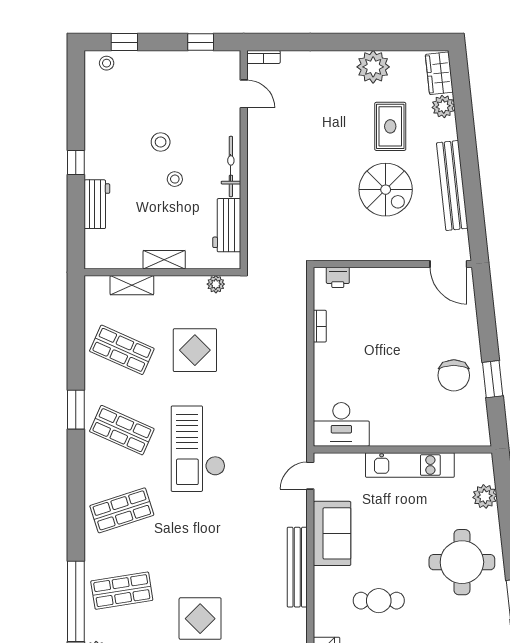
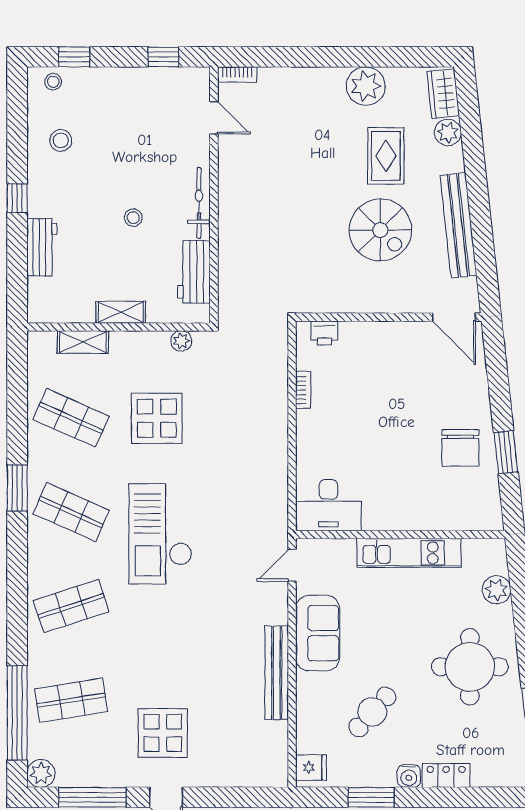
stool: (161, 142) -> (61, 140), moved
cafe table: (379, 601) -> (372, 712), turned -48

